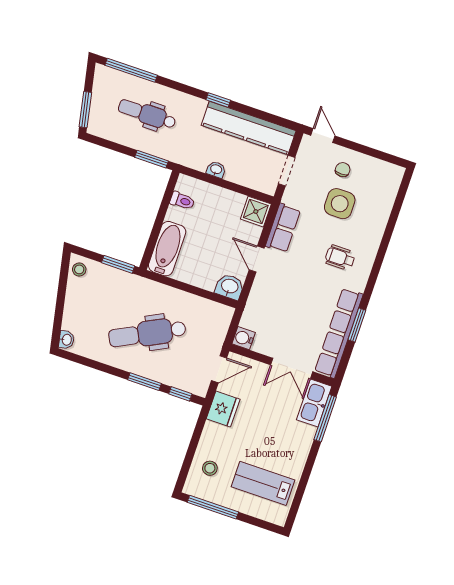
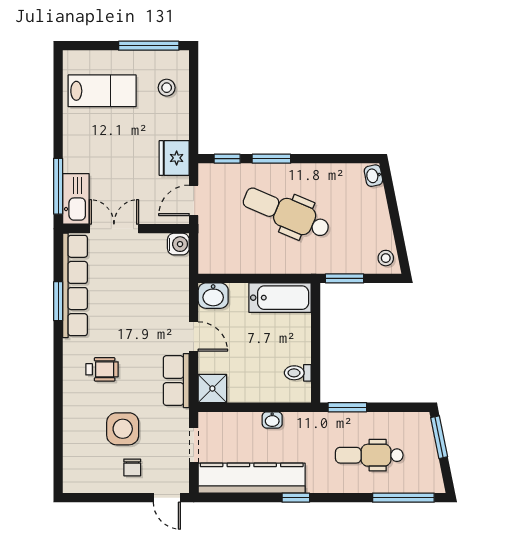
dental chair: (147, 114) -> (369, 455), turned 180
bathtub: (167, 249) -> (280, 298), moved, turned -90
dental chair: (147, 333) -> (286, 213), turned -130

